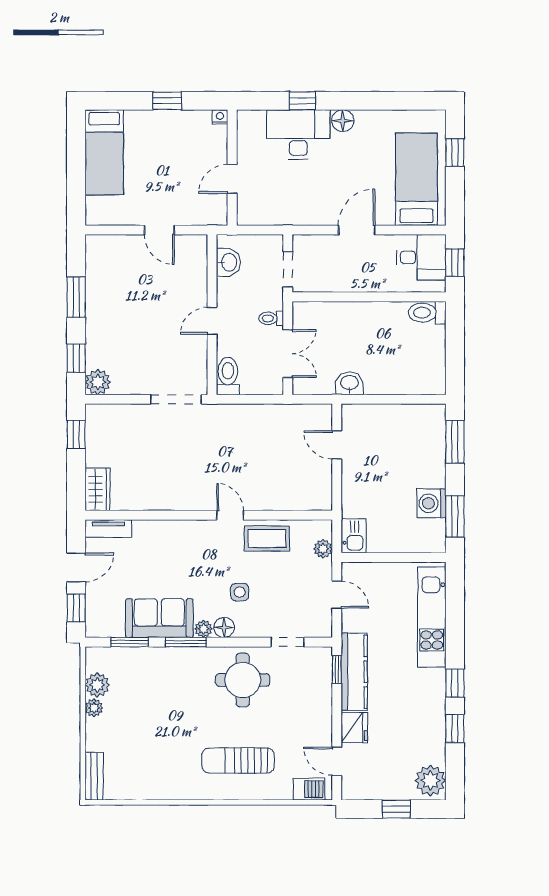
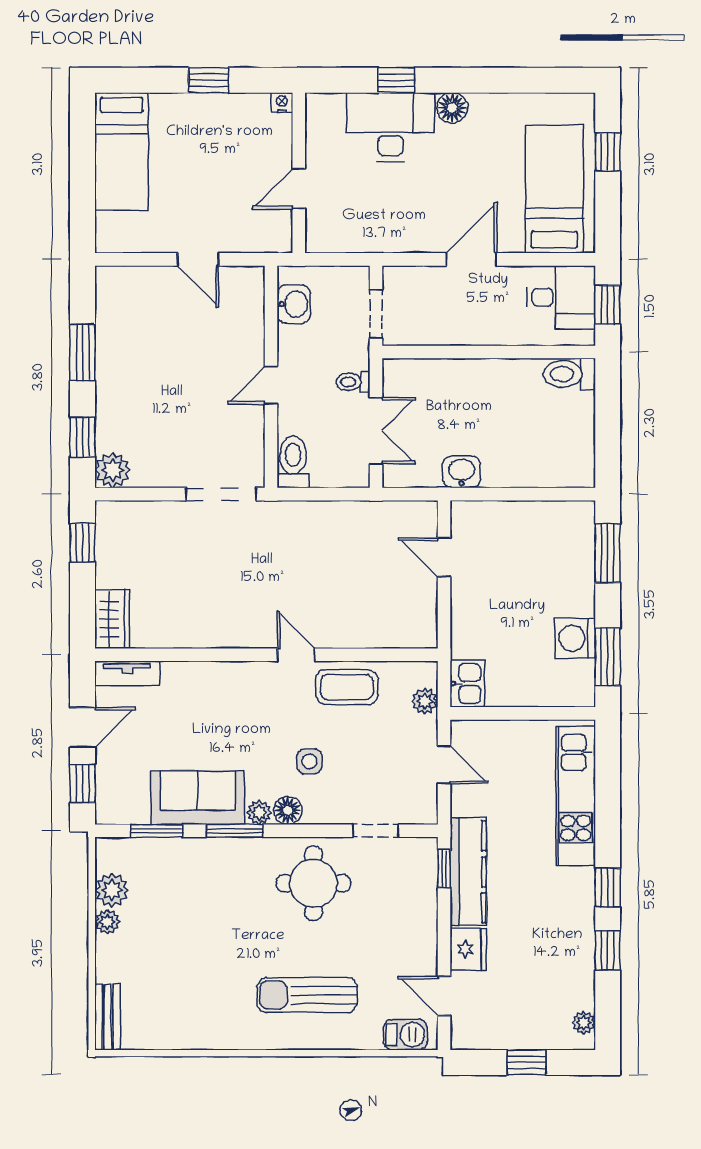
plant: (430, 781) -> (584, 1023), width x0.53, depth x0.53

